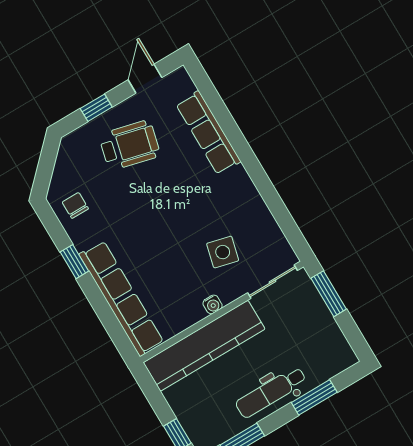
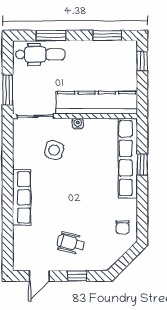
row of seats: (208, 133) -> (22, 197), moved
wheelchair: (130, 145) -> (71, 243), width x0.73, depth x0.73
window: (74, 262) -> (142, 165), moved
dental chair: (271, 392) -> (40, 54), moved

